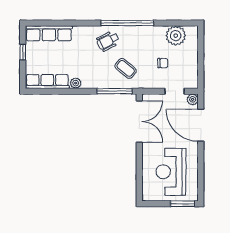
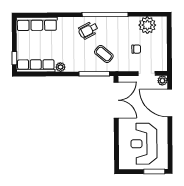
window: (23, 52) -> (14, 58), moved

